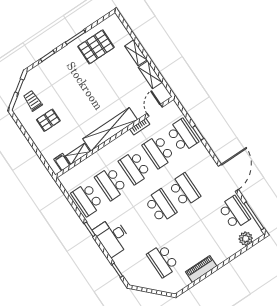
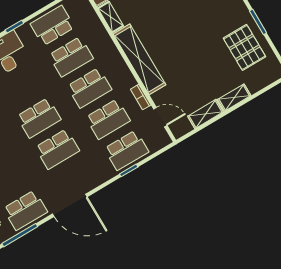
school desk: (158, 151) -> (108, 119), turned 180
school desk: (135, 167) -> (89, 88), turned 180
school desk: (111, 183) -> (71, 57), turned 180

